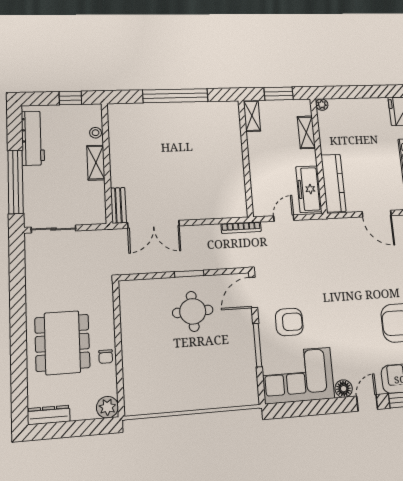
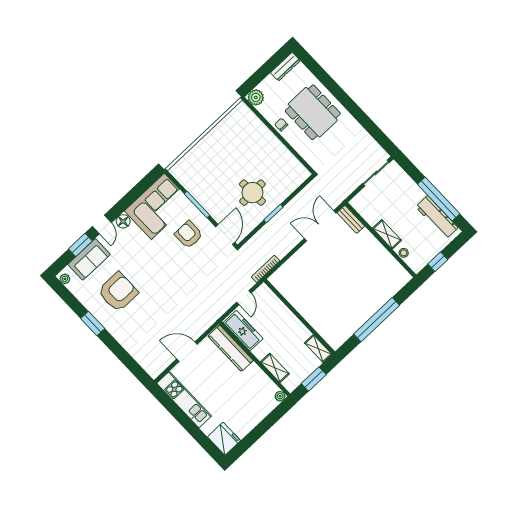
window: (16, 182) -> (439, 199), moved
armchair: (289, 322) -> (189, 235), turned 90

